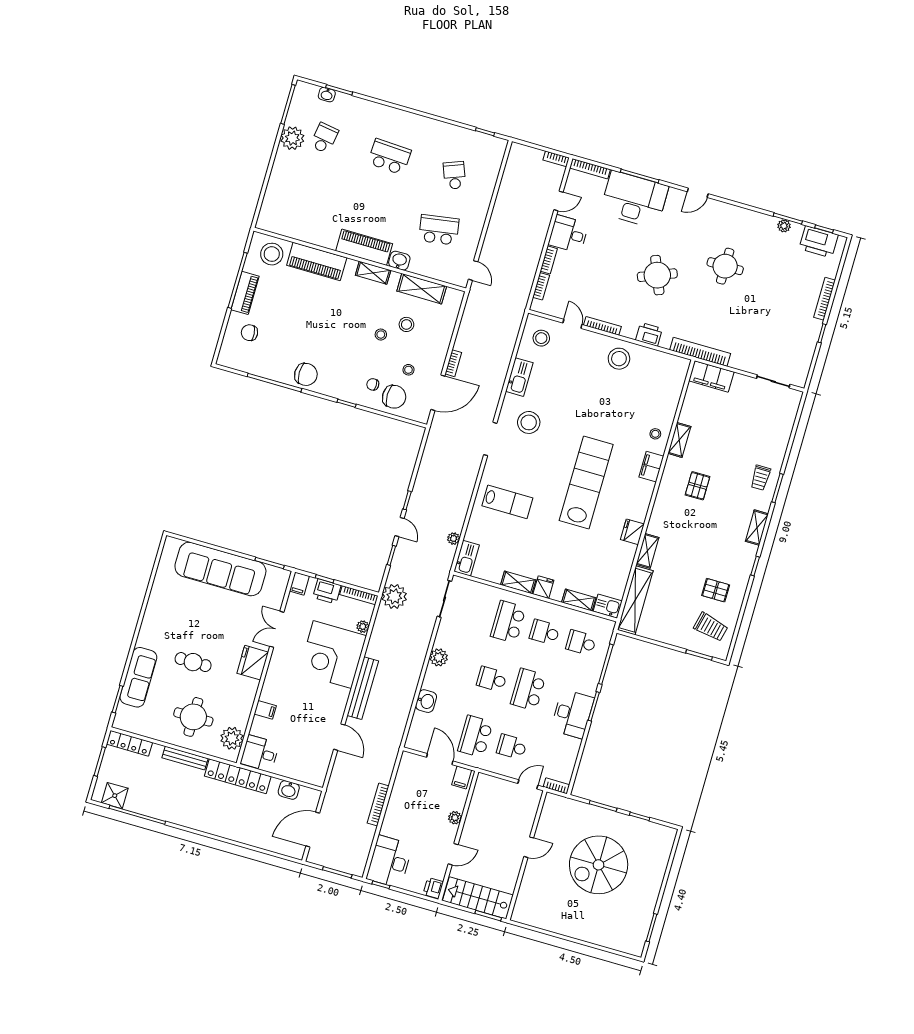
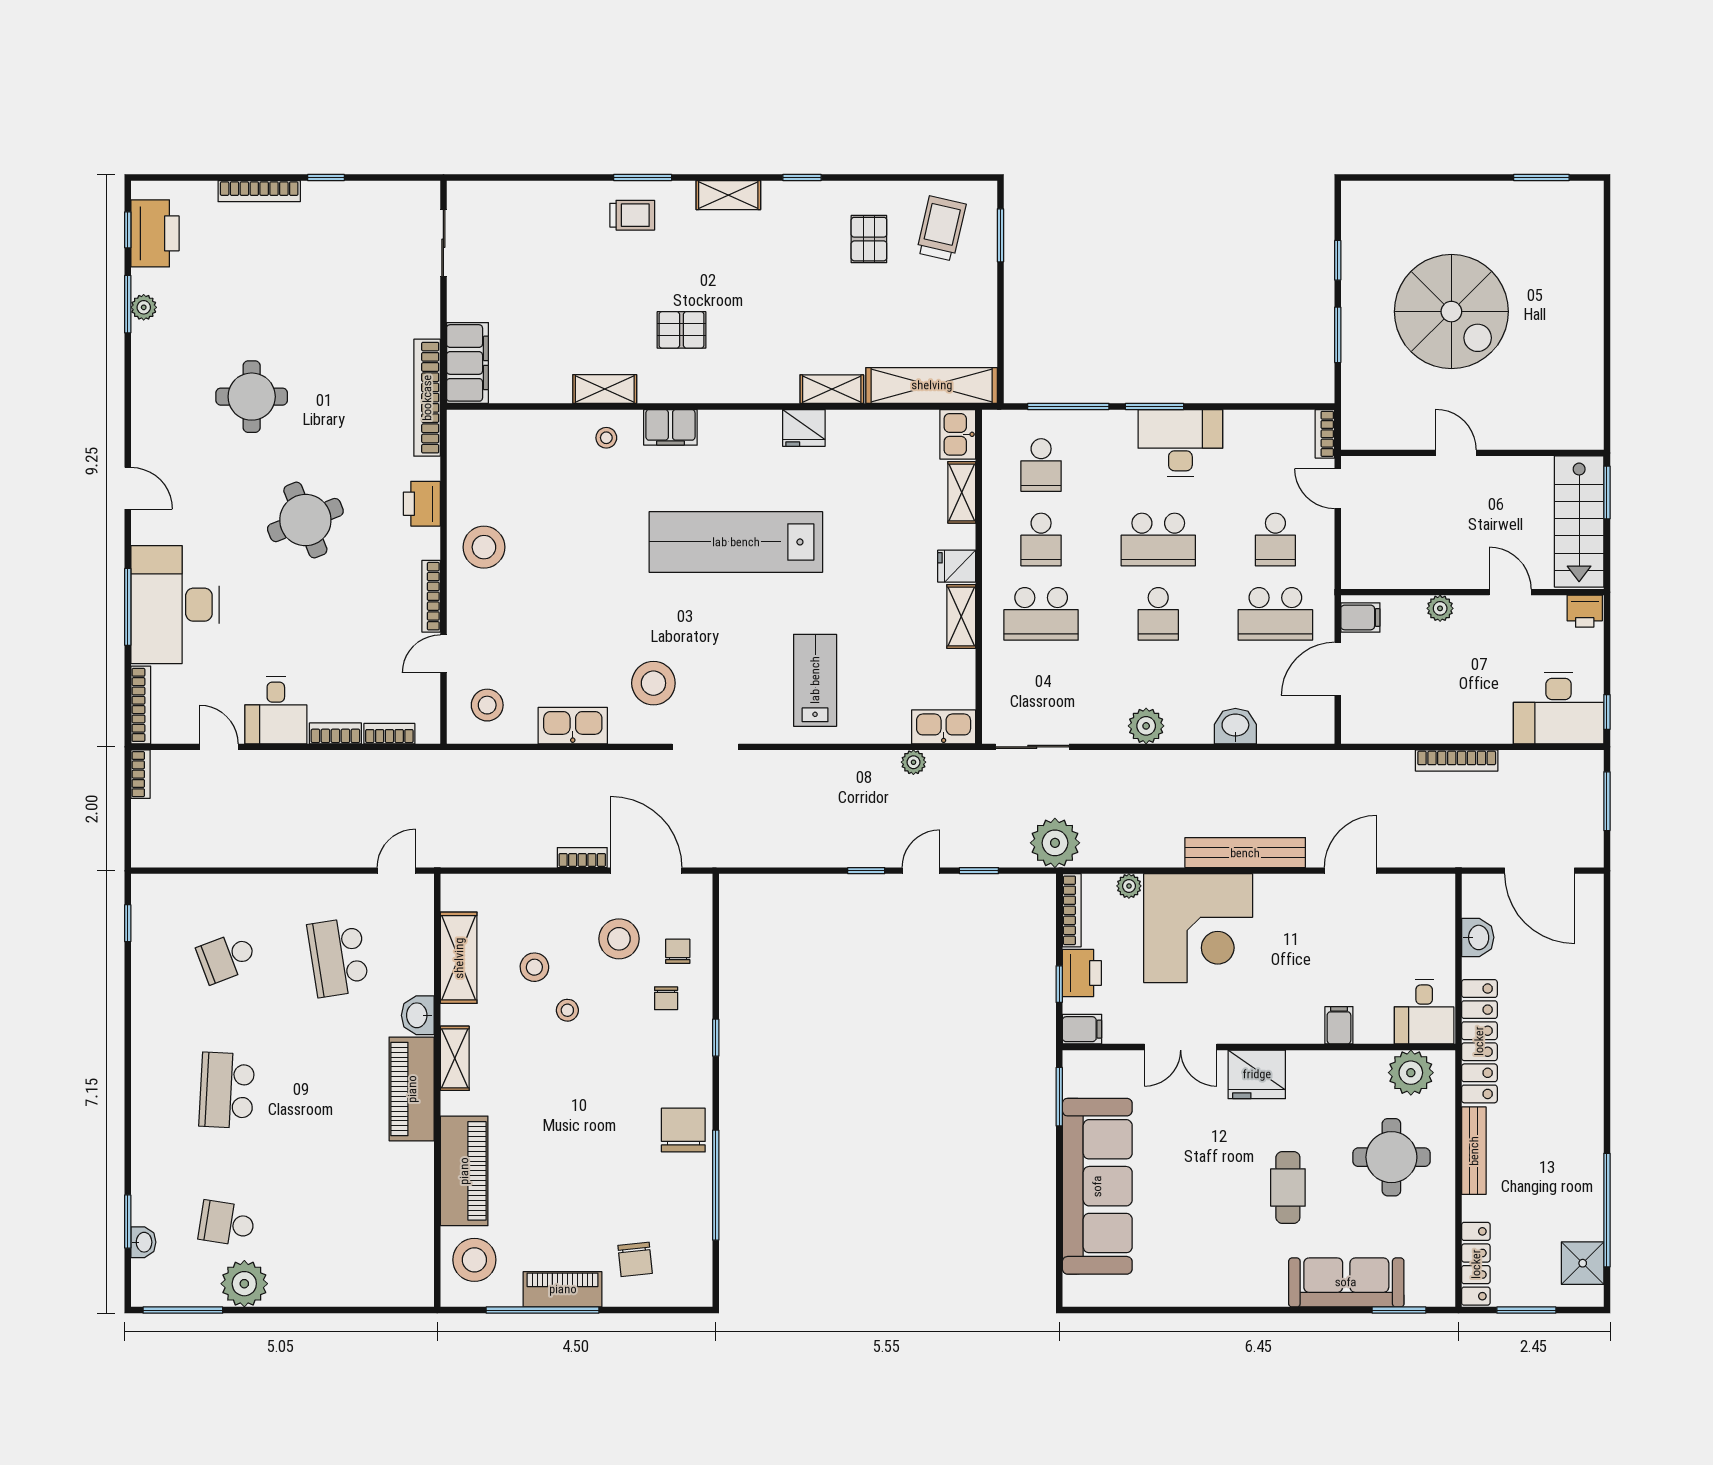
stool: (408, 370) -> (619, 939), width x1.89, depth x1.89
chair: (394, 397) -> (678, 951), width x0.54, depth x0.54

